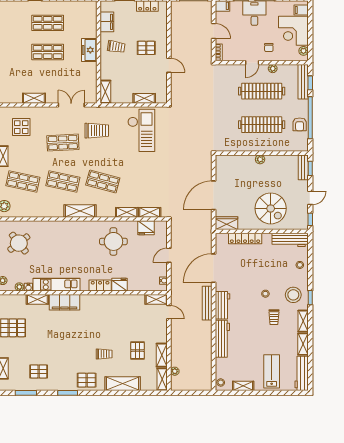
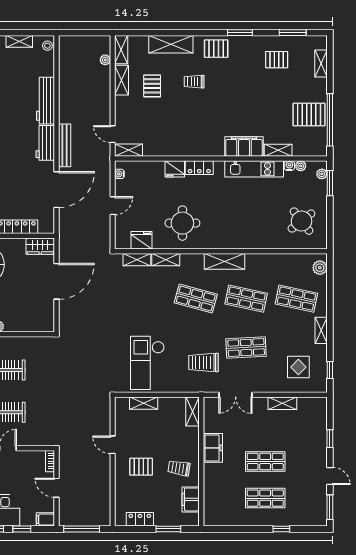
freezer: (89, 50) -> (213, 448), moved

